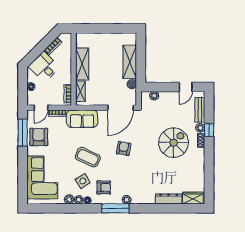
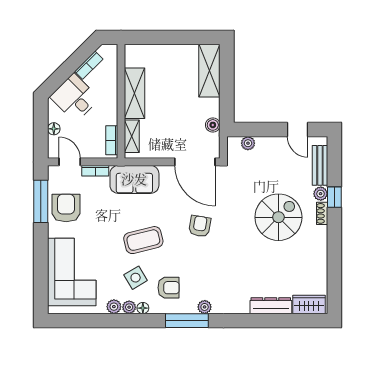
shelving: (130, 62) -> (209, 71), moved
door: (186, 87) -> (297, 129), hinge flipped
door: (41, 108) -> (70, 162), swing flipped
door: (121, 108) -> (195, 162), hinge flipped
coffee table: (88, 157) -> (143, 240), turned -39

